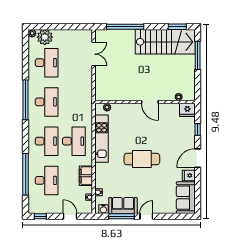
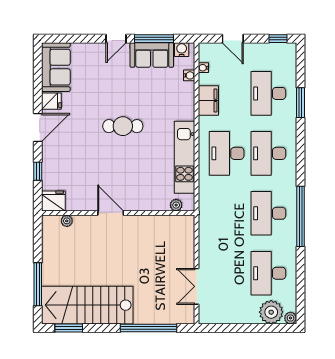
cafe table: (142, 159) -> (123, 126), width x0.73, depth x0.74
window: (26, 174) -> (301, 103), width x0.47

